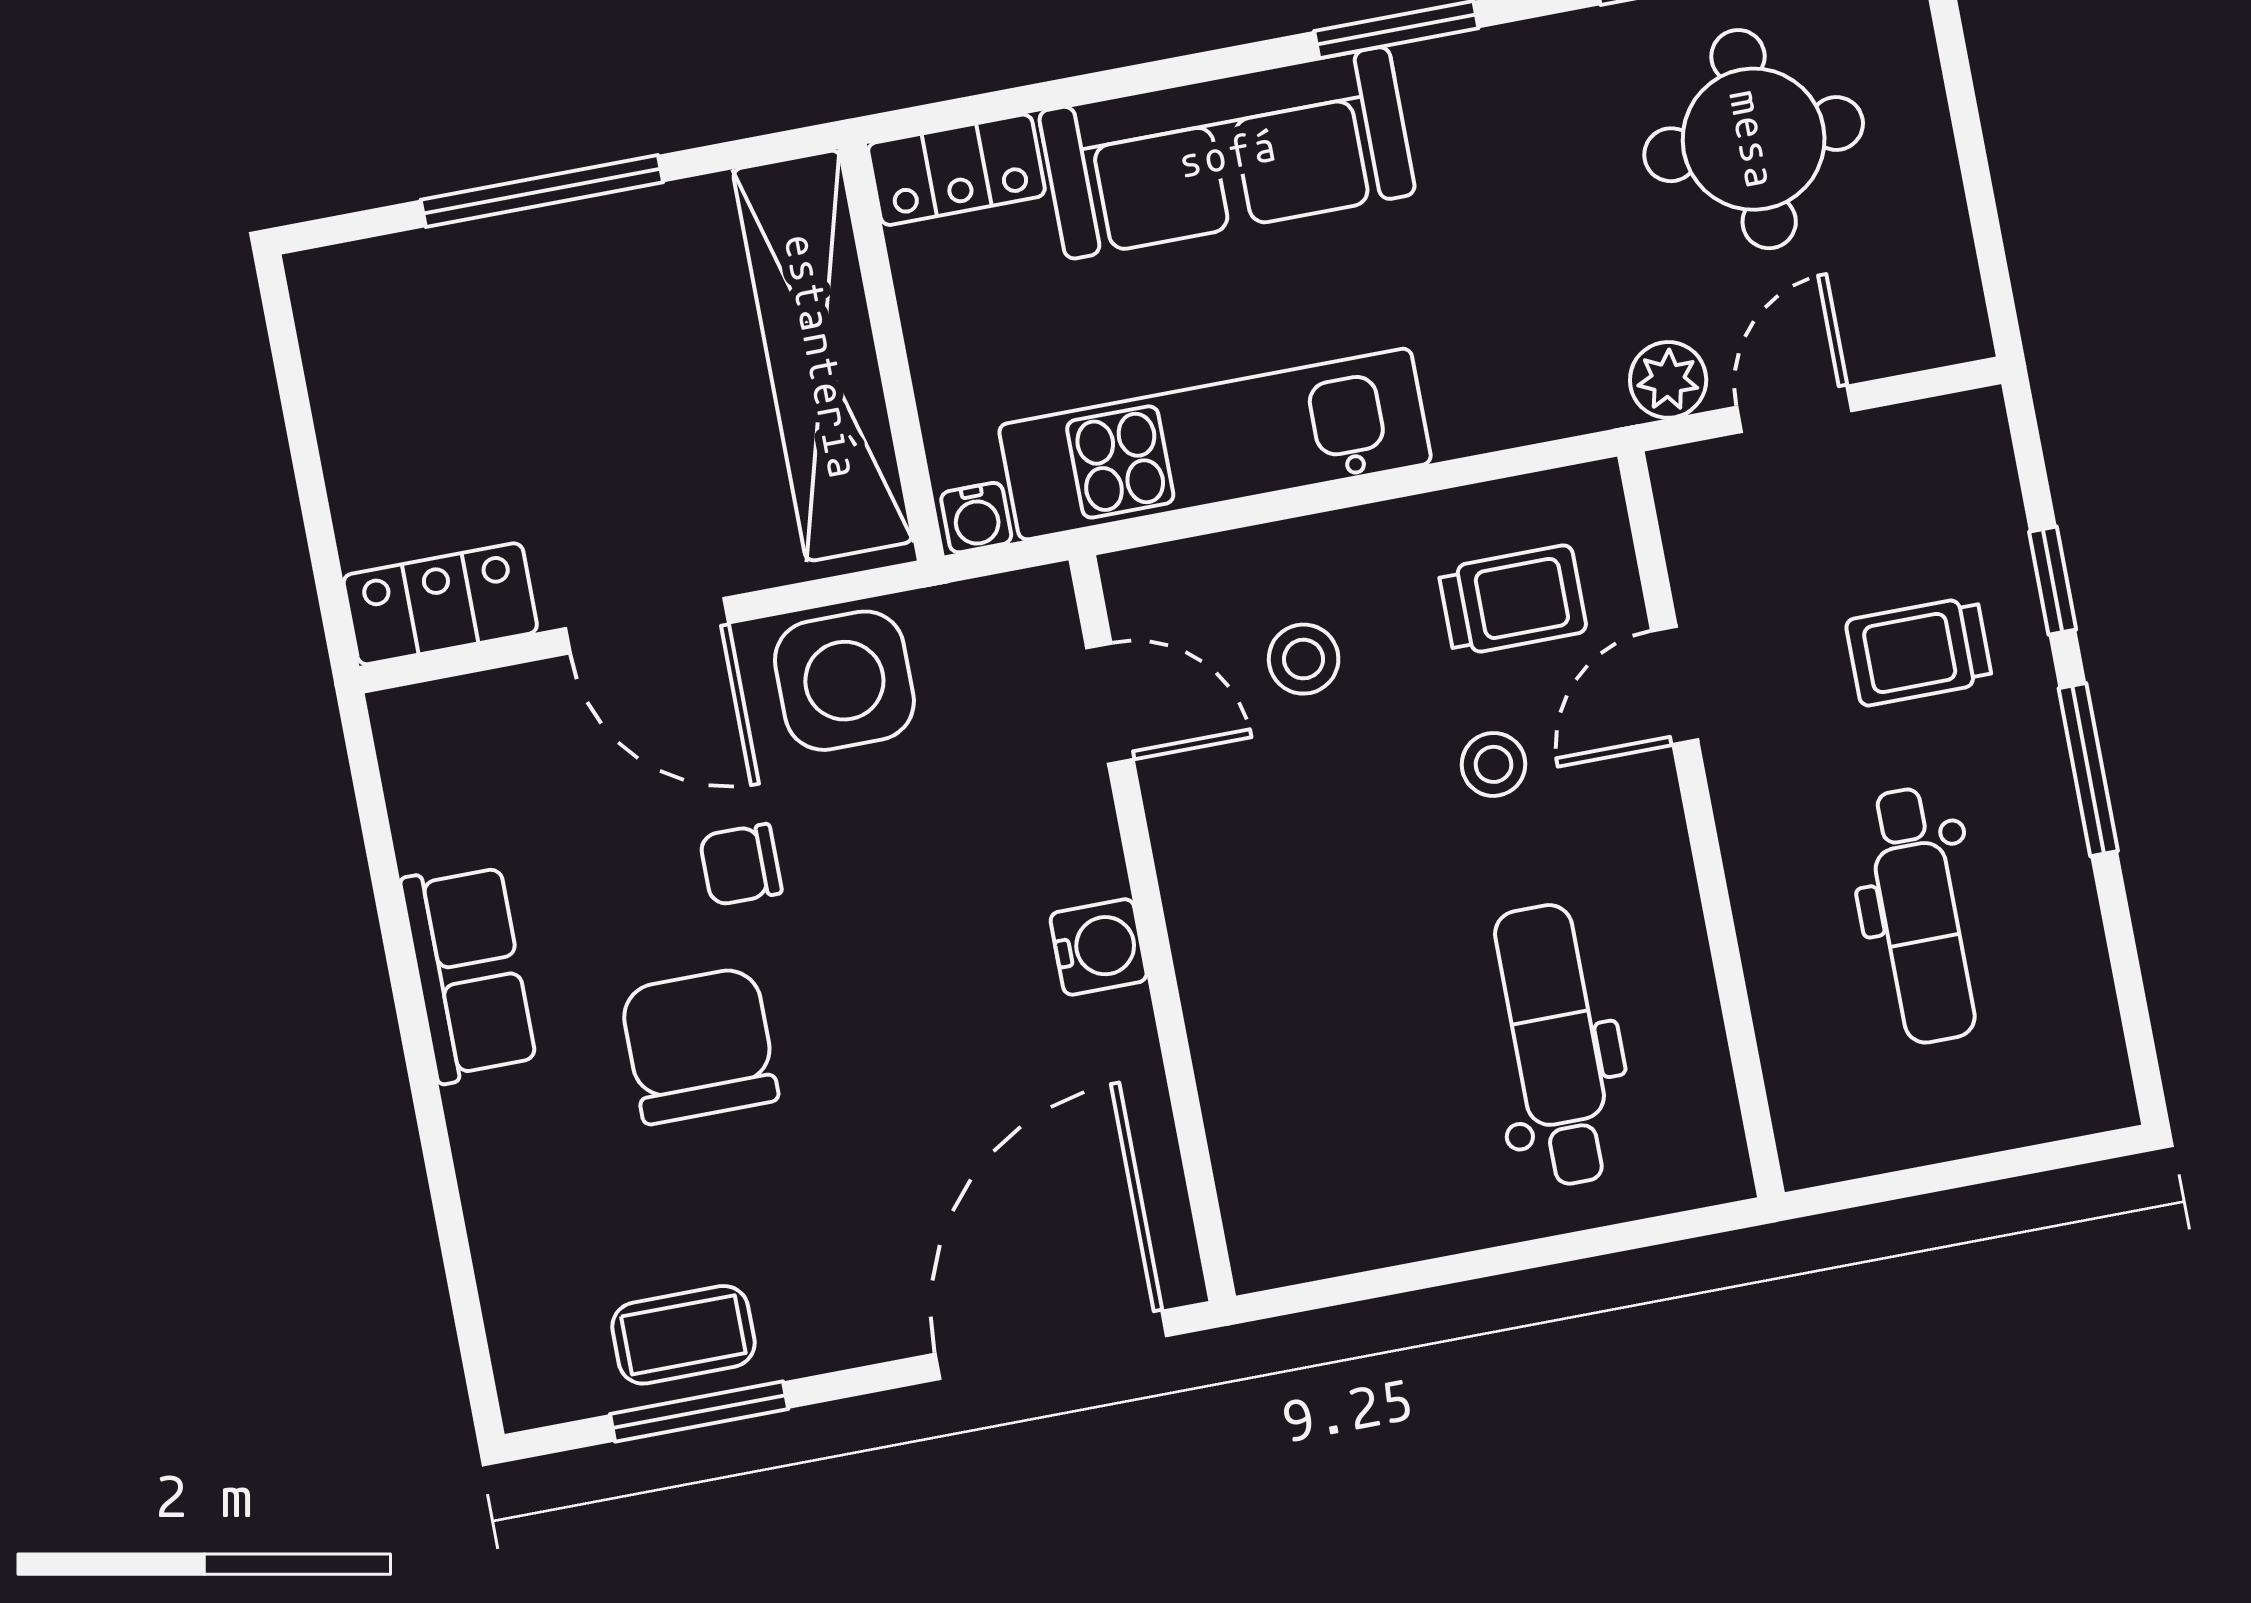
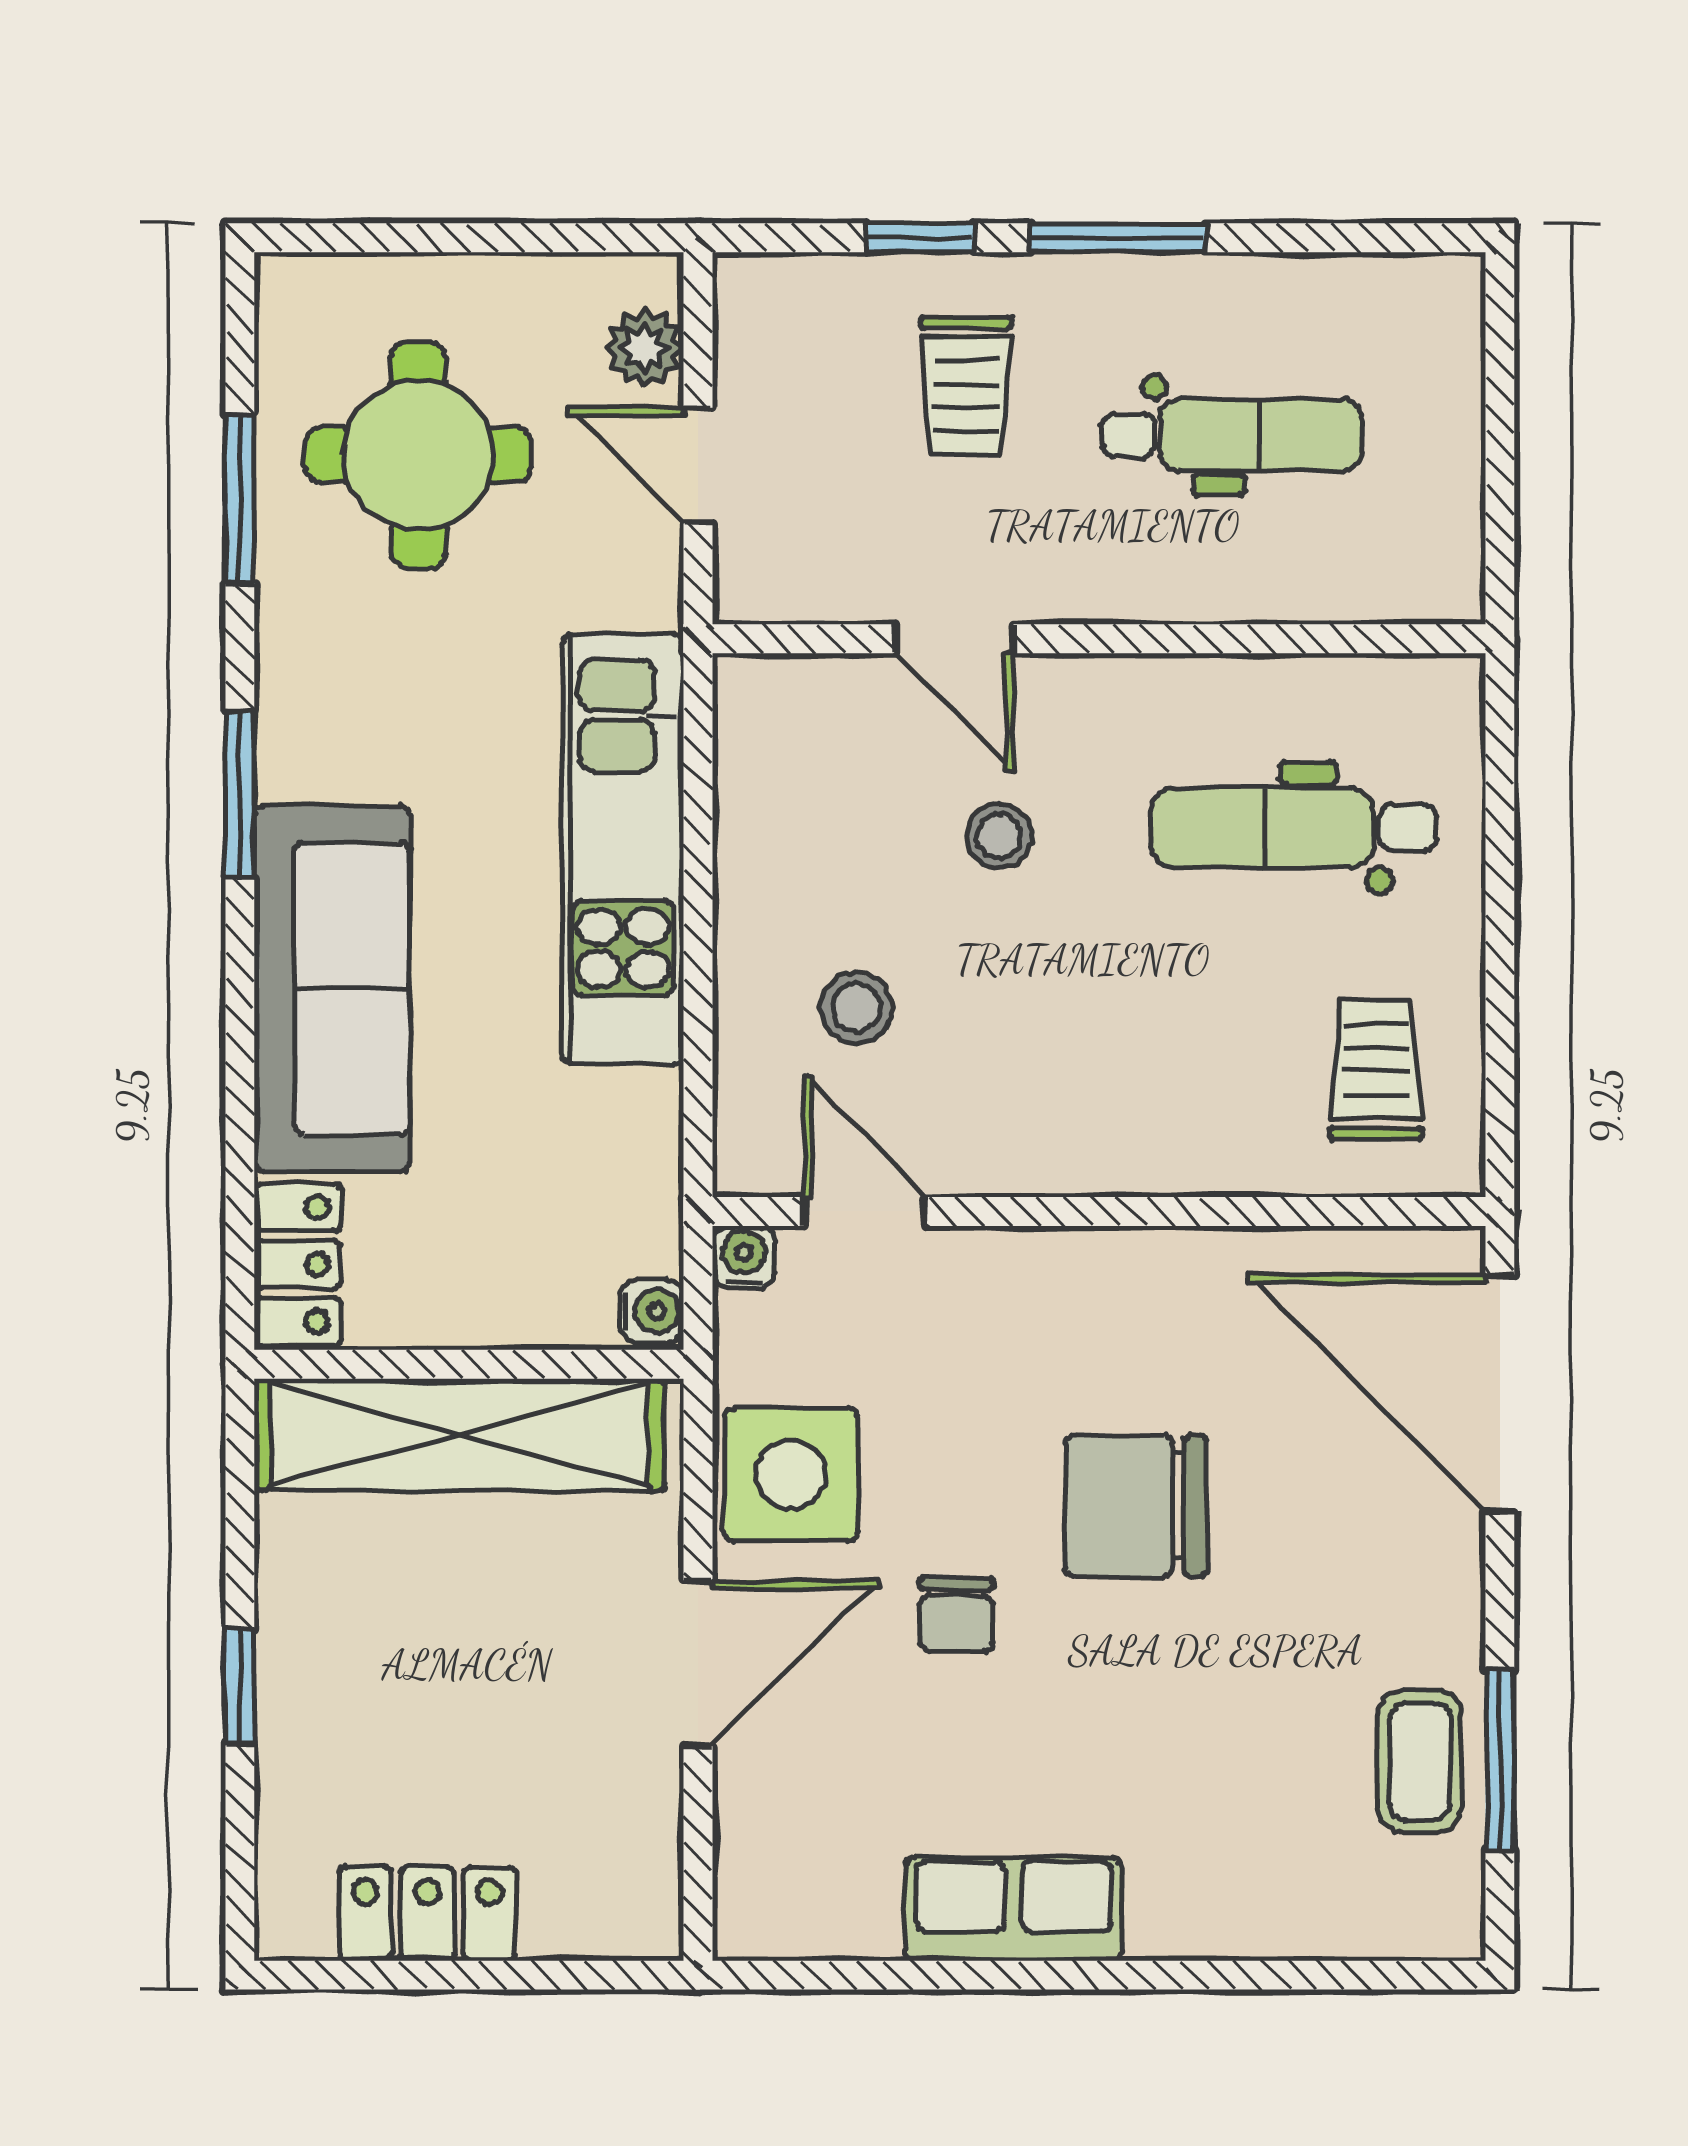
window: (542, 191) -> (240, 1686), width x0.46
plant: (1668, 380) -> (645, 348), moved
kitchen unit: (1215, 444) -> (623, 849), moved
trolley: (1513, 600) -> (1376, 1069), moved
locker: (440, 604) -> (427, 1914), moved, turned 90
door: (1110, 704) -> (865, 1211), hinge flipped
water cooler: (1099, 947) -> (744, 1257), moved, width x0.72, depth x0.72
chair: (699, 1045) -> (1136, 1506), moved

